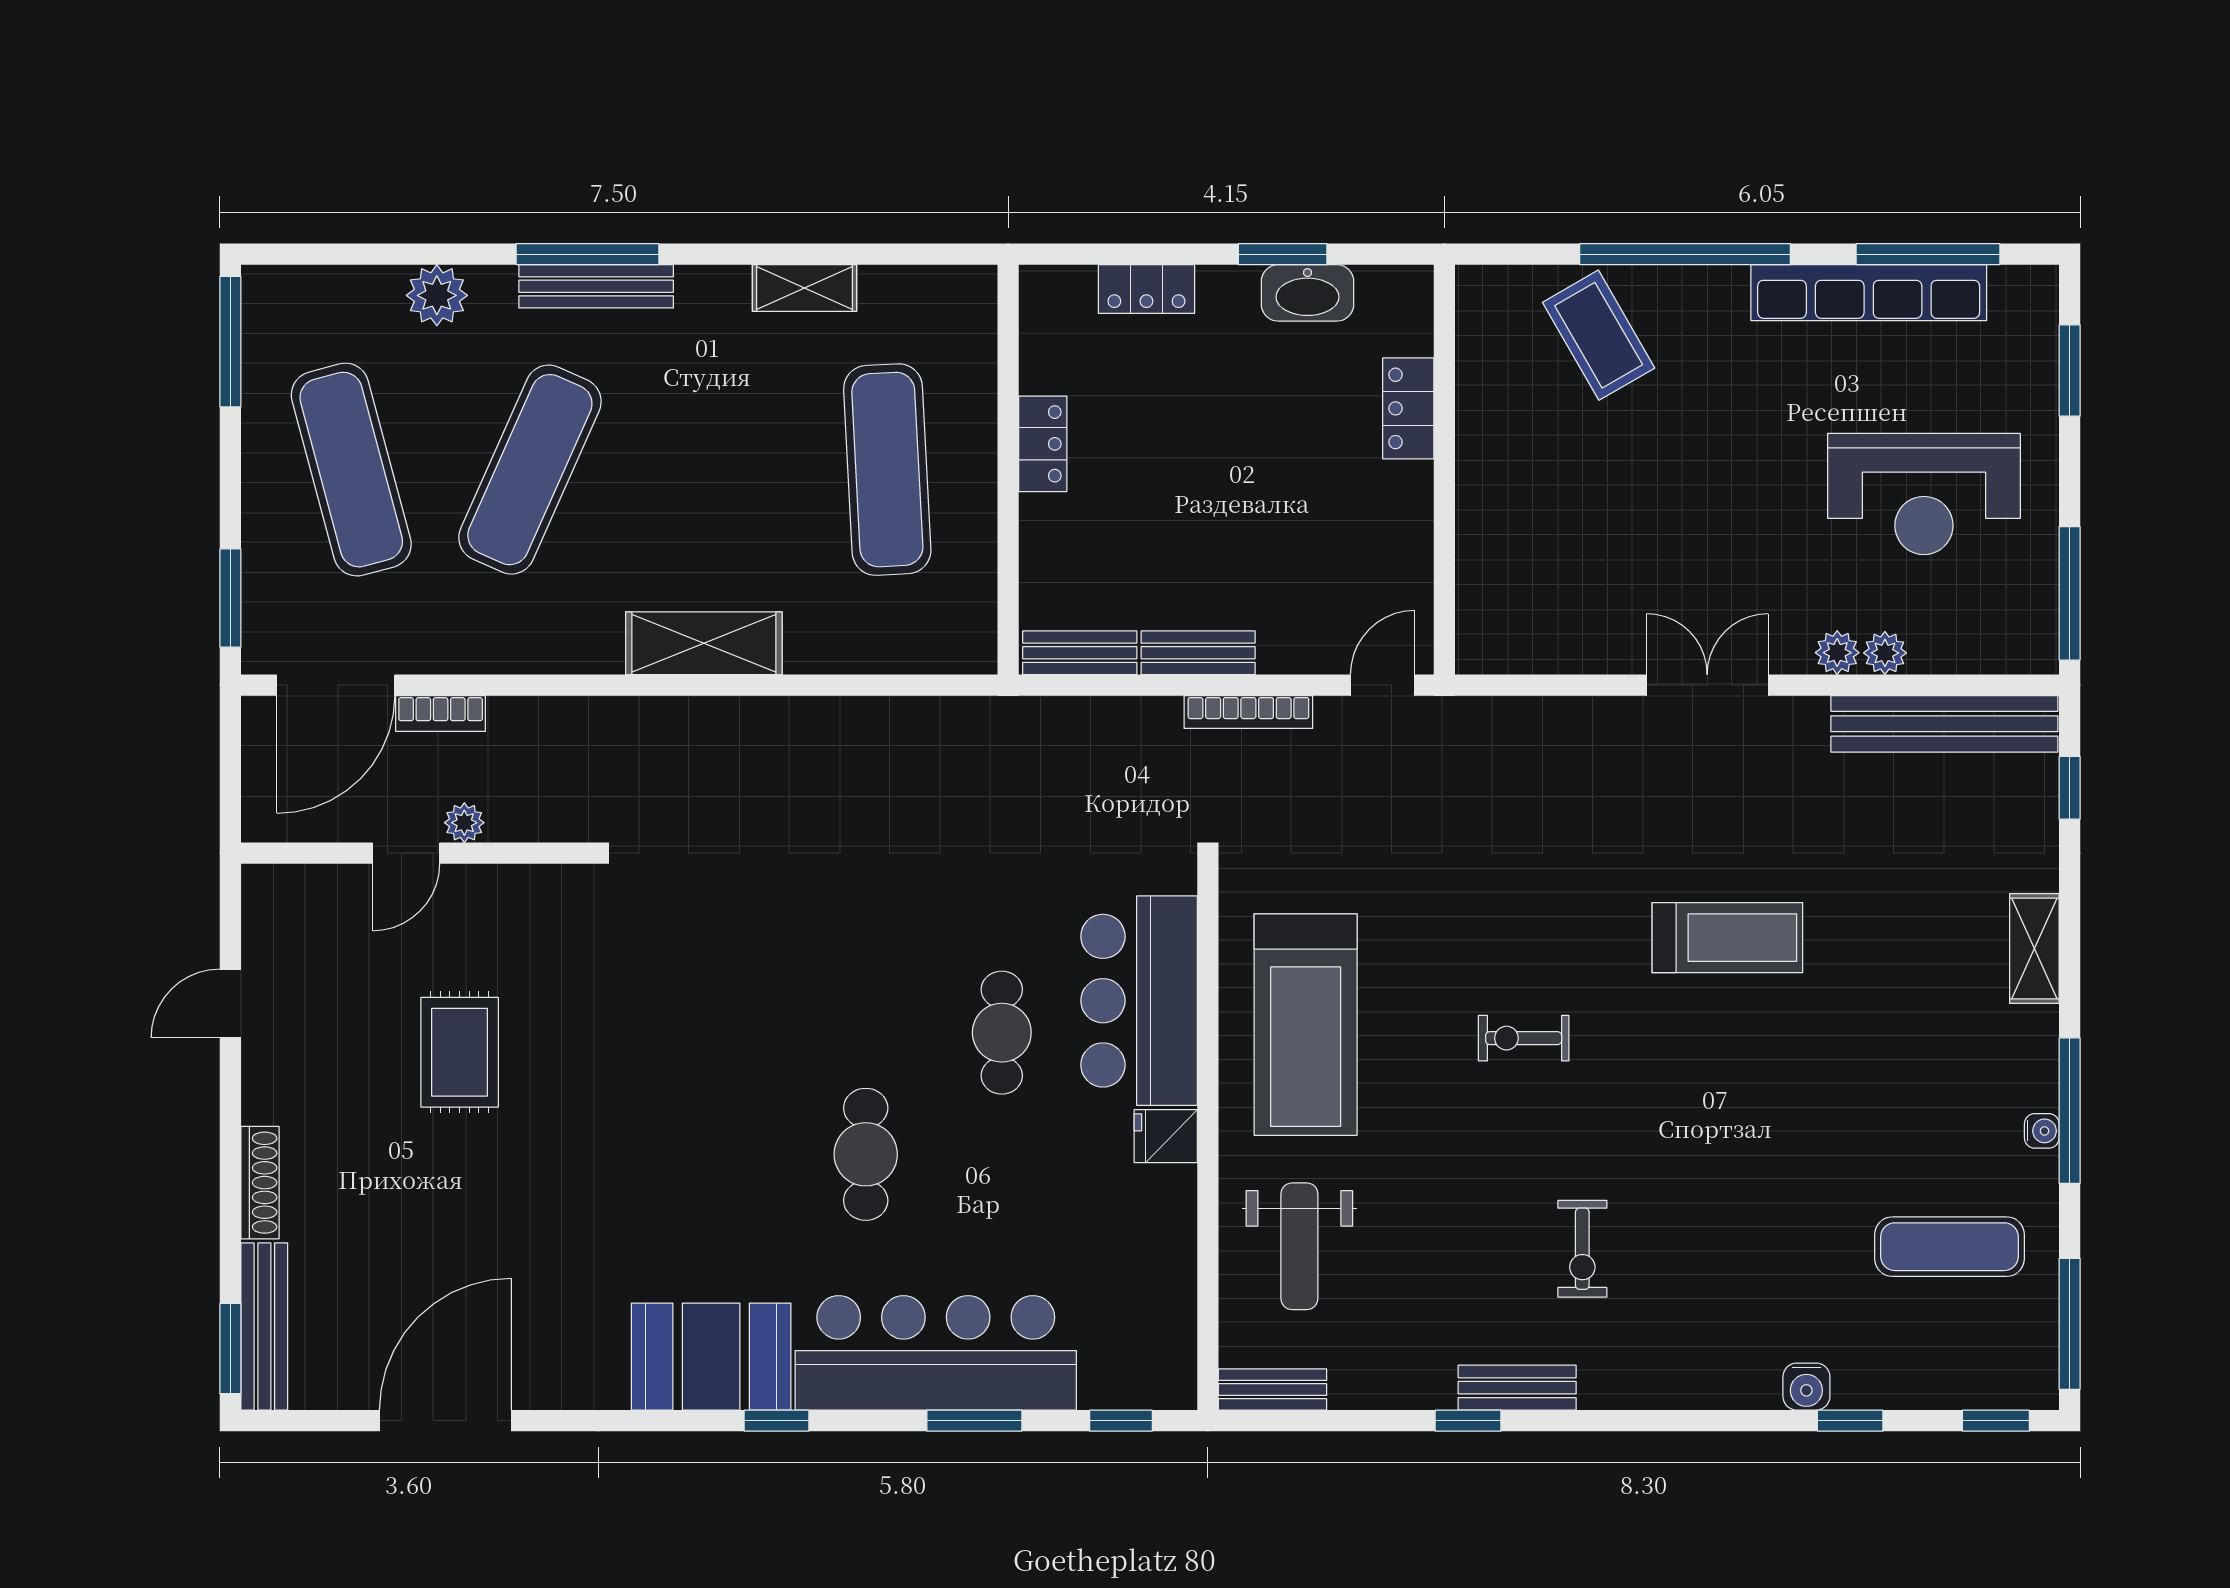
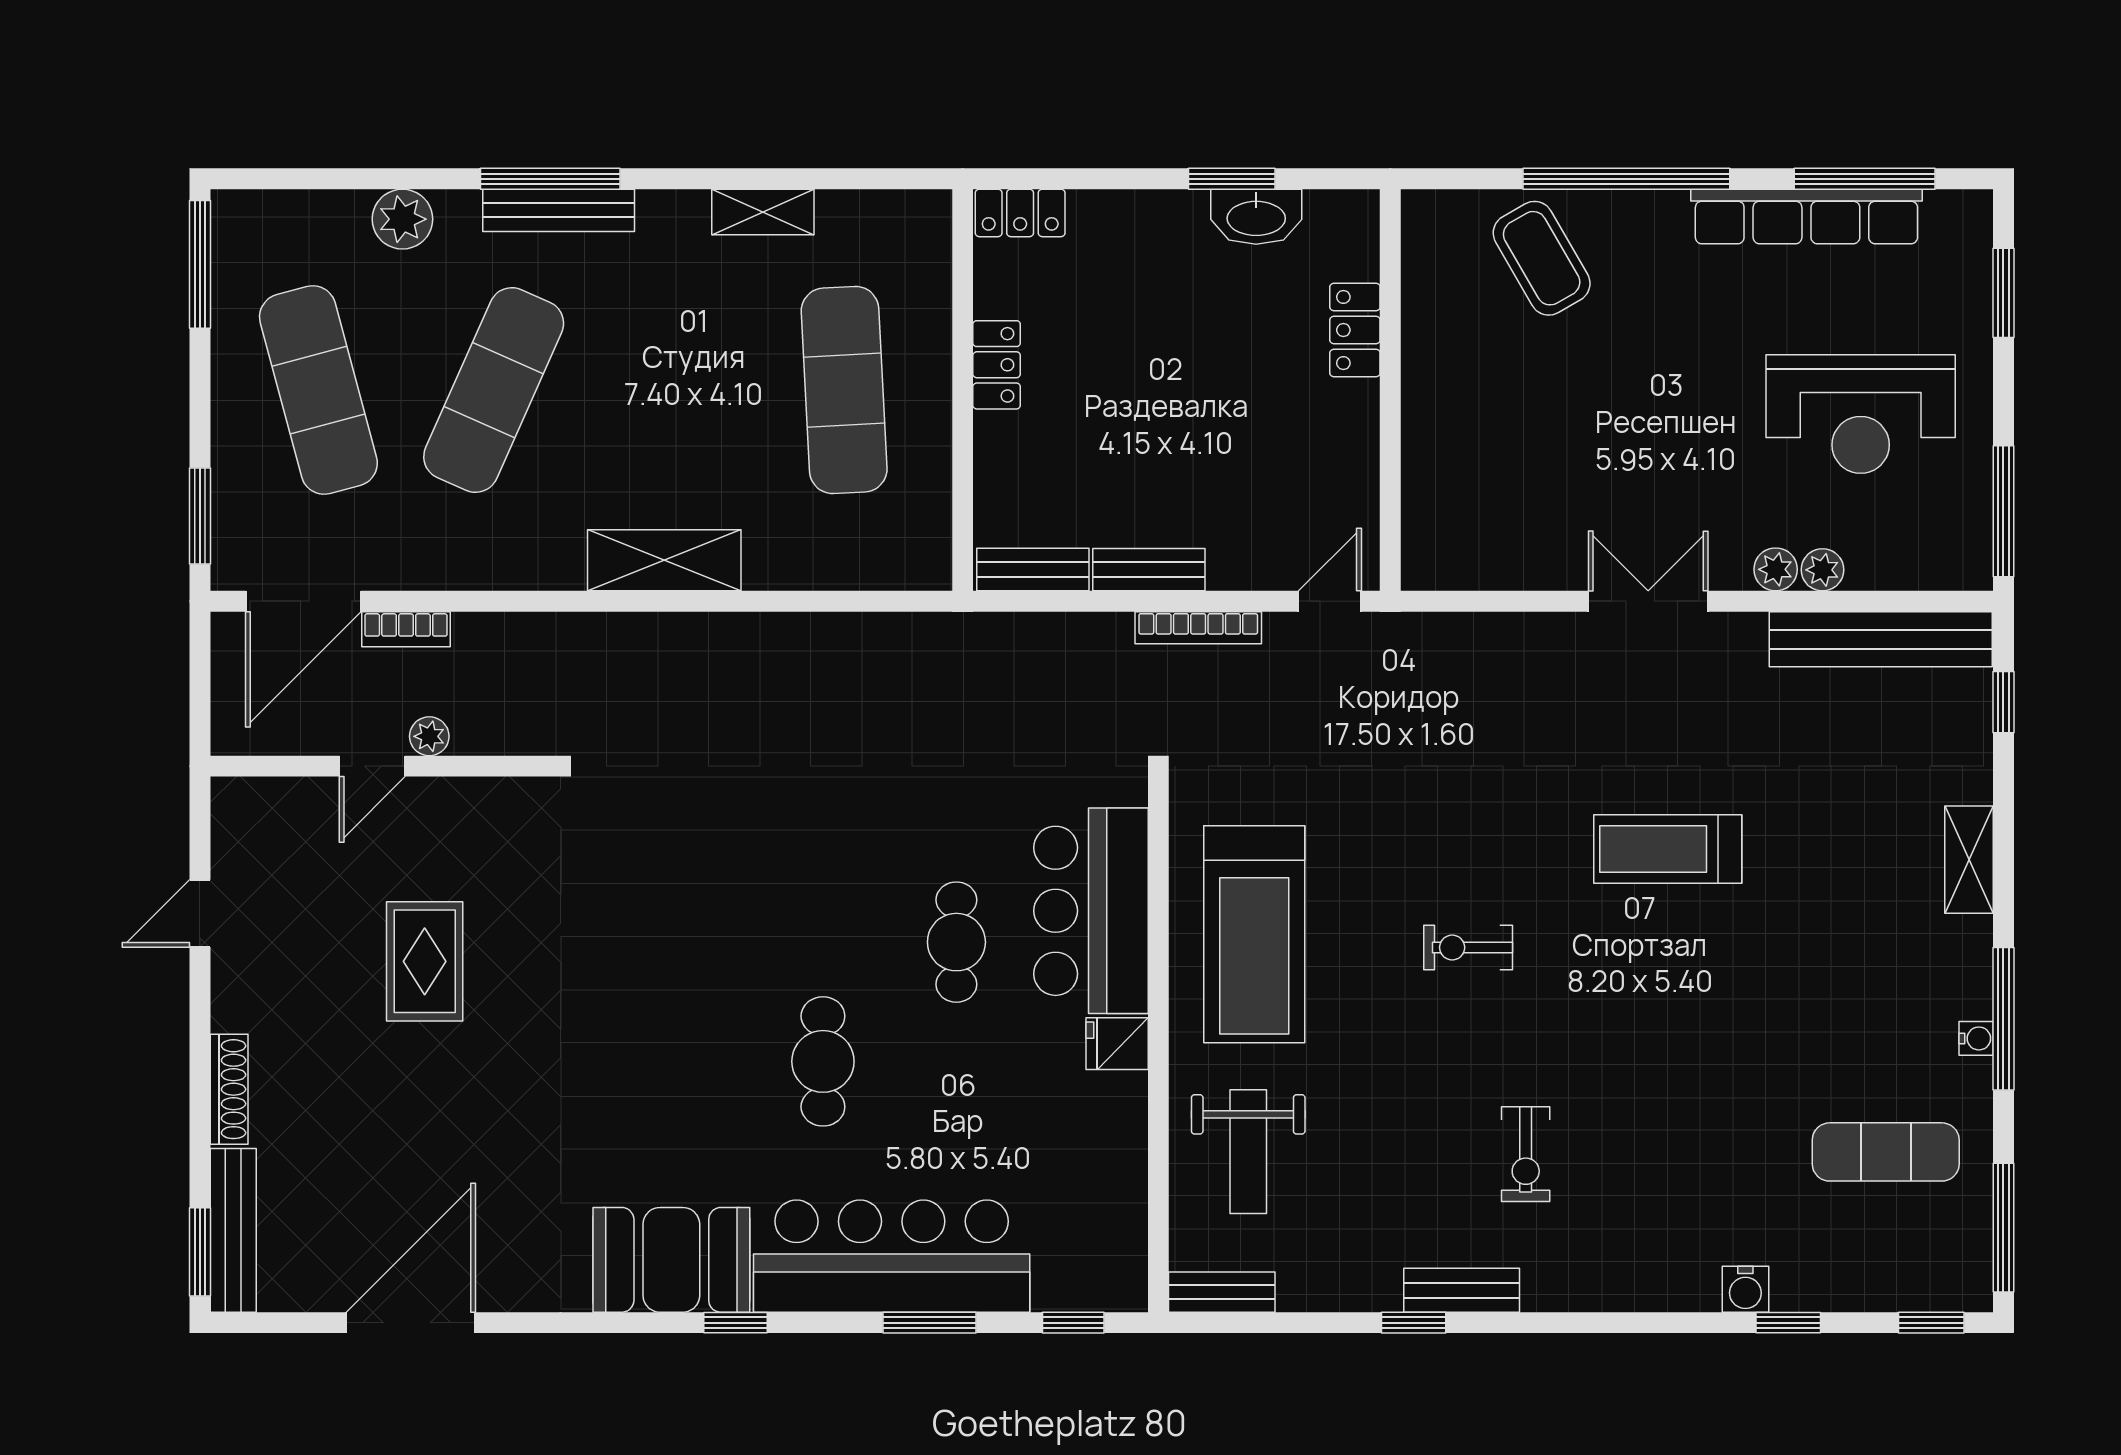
locker: (1146, 289) -> (1020, 213), moved
treadmill: (1727, 938) -> (1668, 849), turned 180

